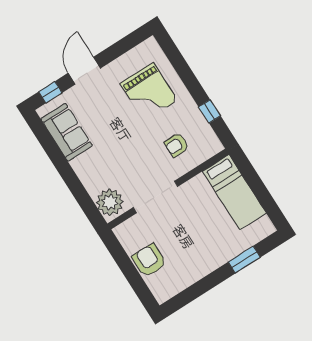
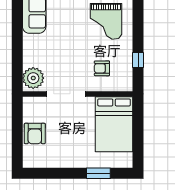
bed: (234, 192) -> (114, 124), width x1.50
armchair: (149, 260) -> (35, 133), turned 180

